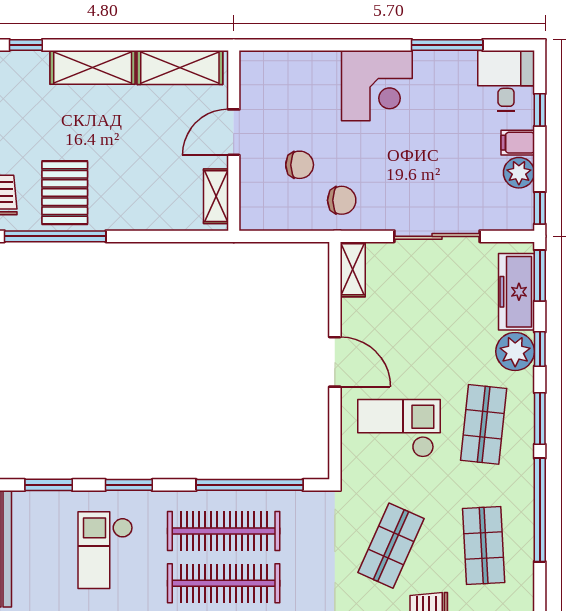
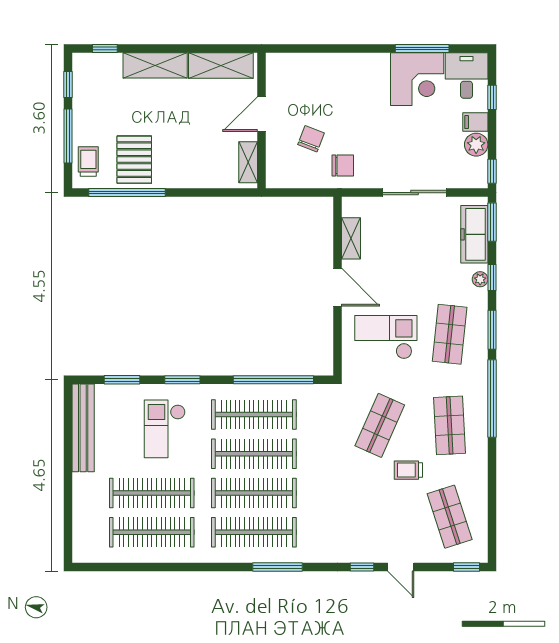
corner desk: (377, 86) -> (417, 79), moved
chair: (300, 165) -> (311, 139), turned -69
shelving: (353, 269) -> (351, 238), moved
plant: (515, 351) -> (480, 279), width x0.53, depth x0.53

